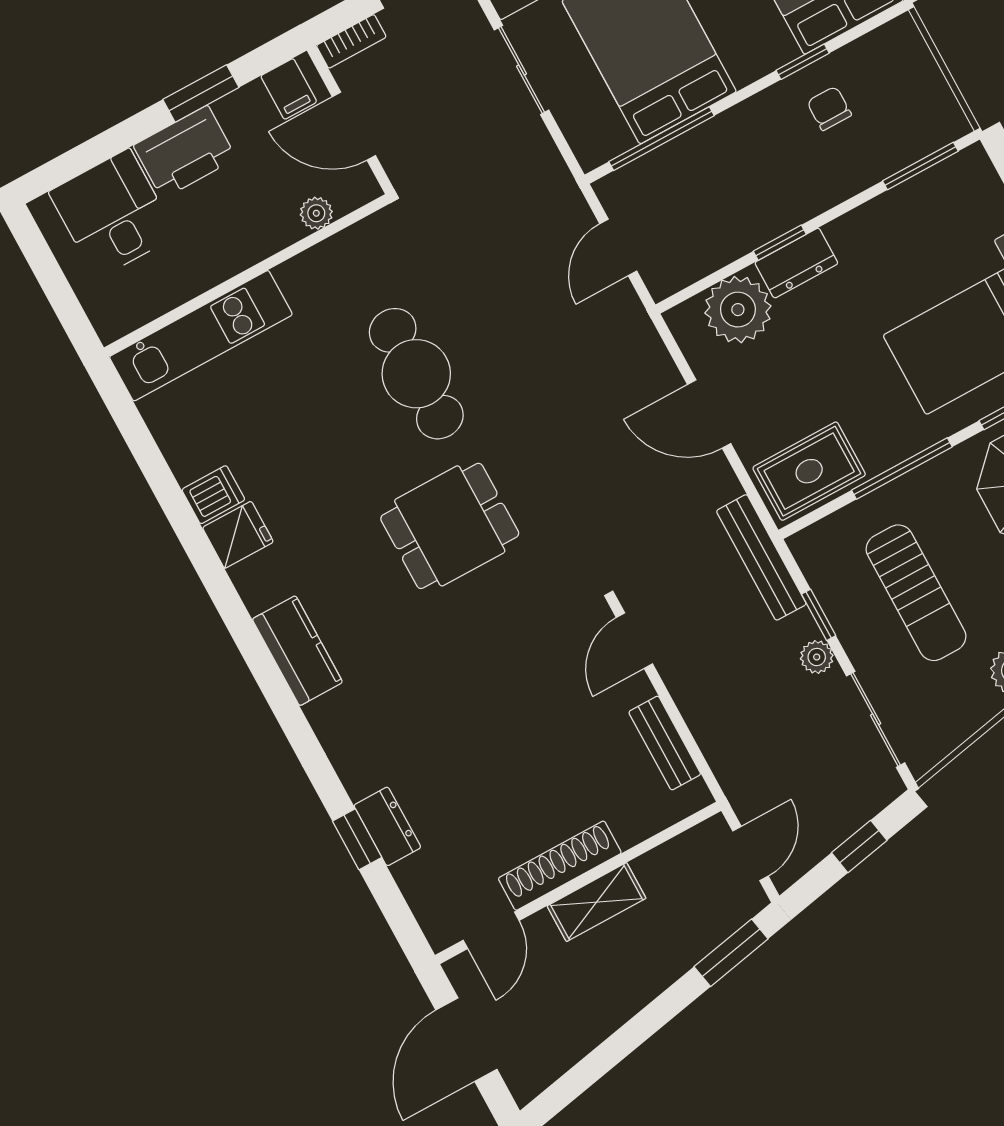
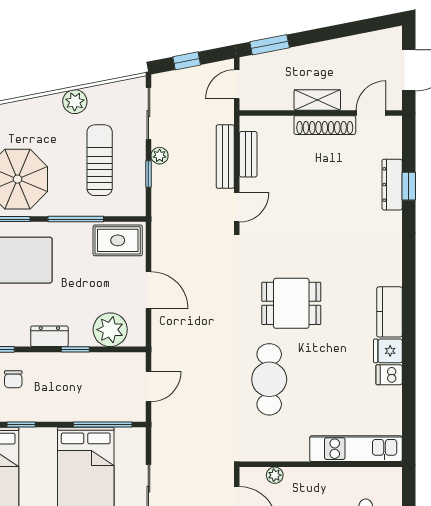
chair: (829, 108) -> (13, 379), moved
dresser: (796, 263) -> (49, 336), moved
bench: (761, 557) -> (225, 157), moved
kitchen counter: (297, 651) -> (389, 312), moved
dresser: (387, 826) -> (392, 185), width x1.44

